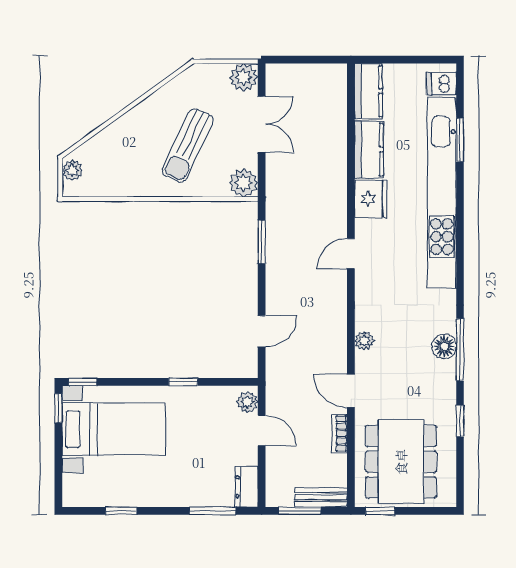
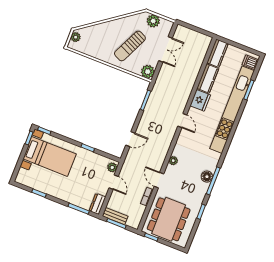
plant: (243, 77) -> (153, 21), moved
door: (351, 254) -> (182, 121), swing flipped
bench: (321, 497) -> (115, 216), moved

